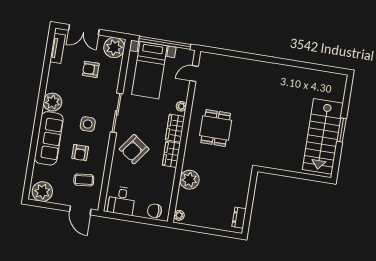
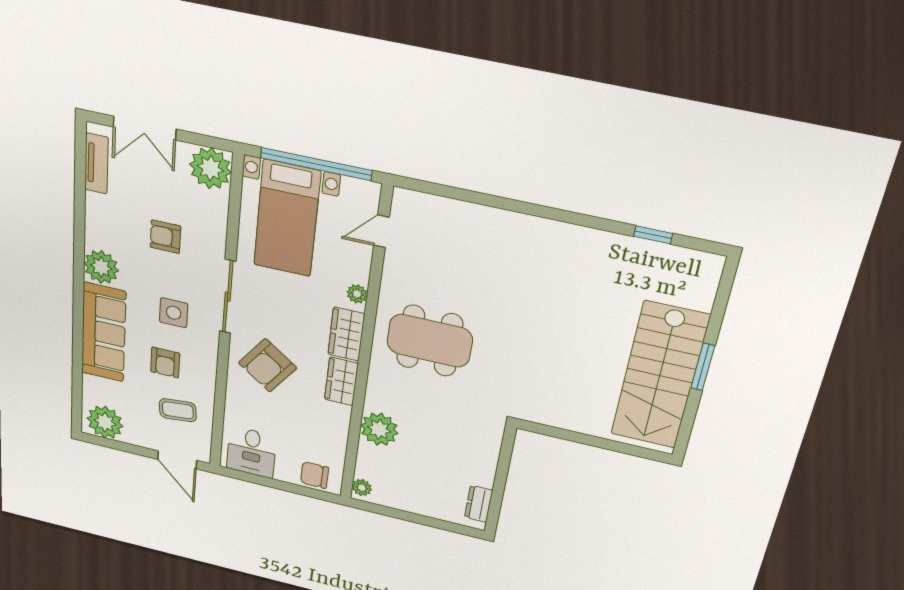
window: (316, 67) -> (653, 235), added
armchair: (91, 69) -> (165, 237), moved
dining table: (216, 128) -> (430, 341), width x1.38

